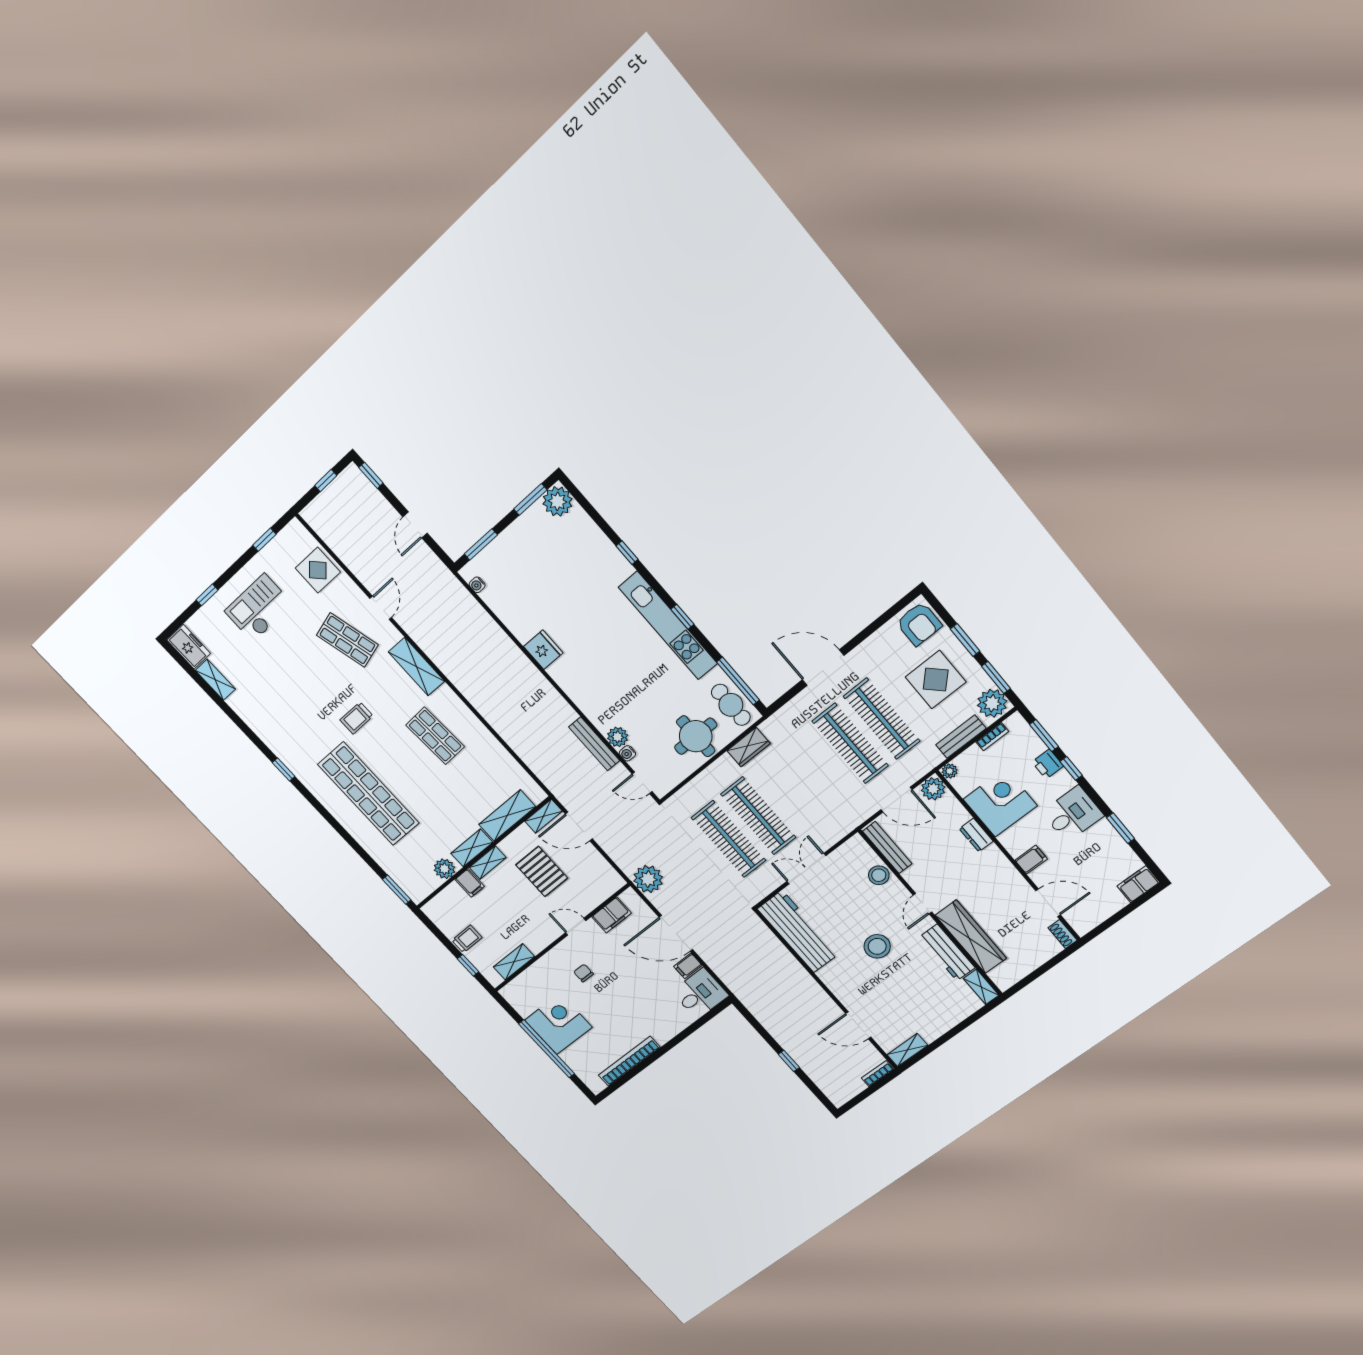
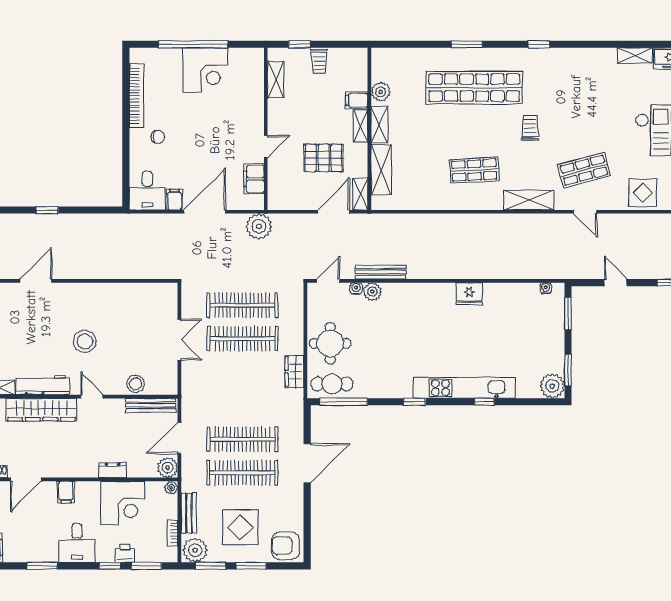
kitchen unit: (668, 626) -> (464, 388), moved
window: (397, 890) -> (467, 44), moved
workbench: (798, 931) -> (139, 297), removed
chair: (583, 973) -> (158, 137), moved

